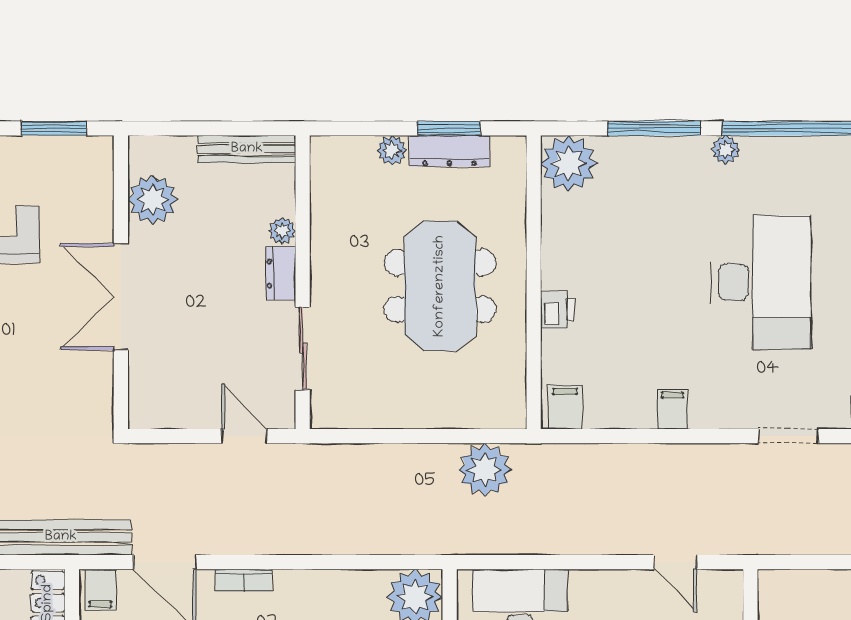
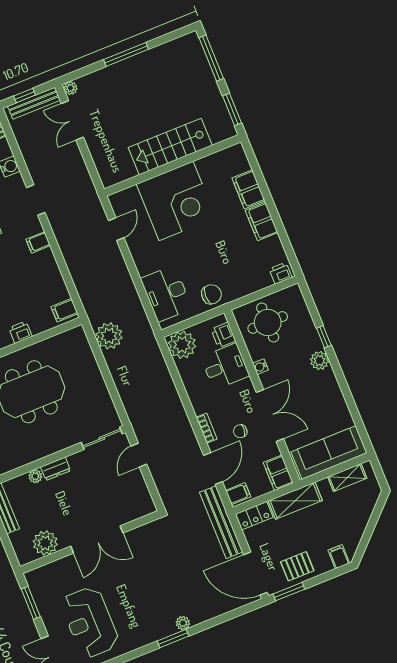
sliding door: (303, 348) -> (102, 438), moved
filing cabinet: (673, 409) -> (38, 242), moved

